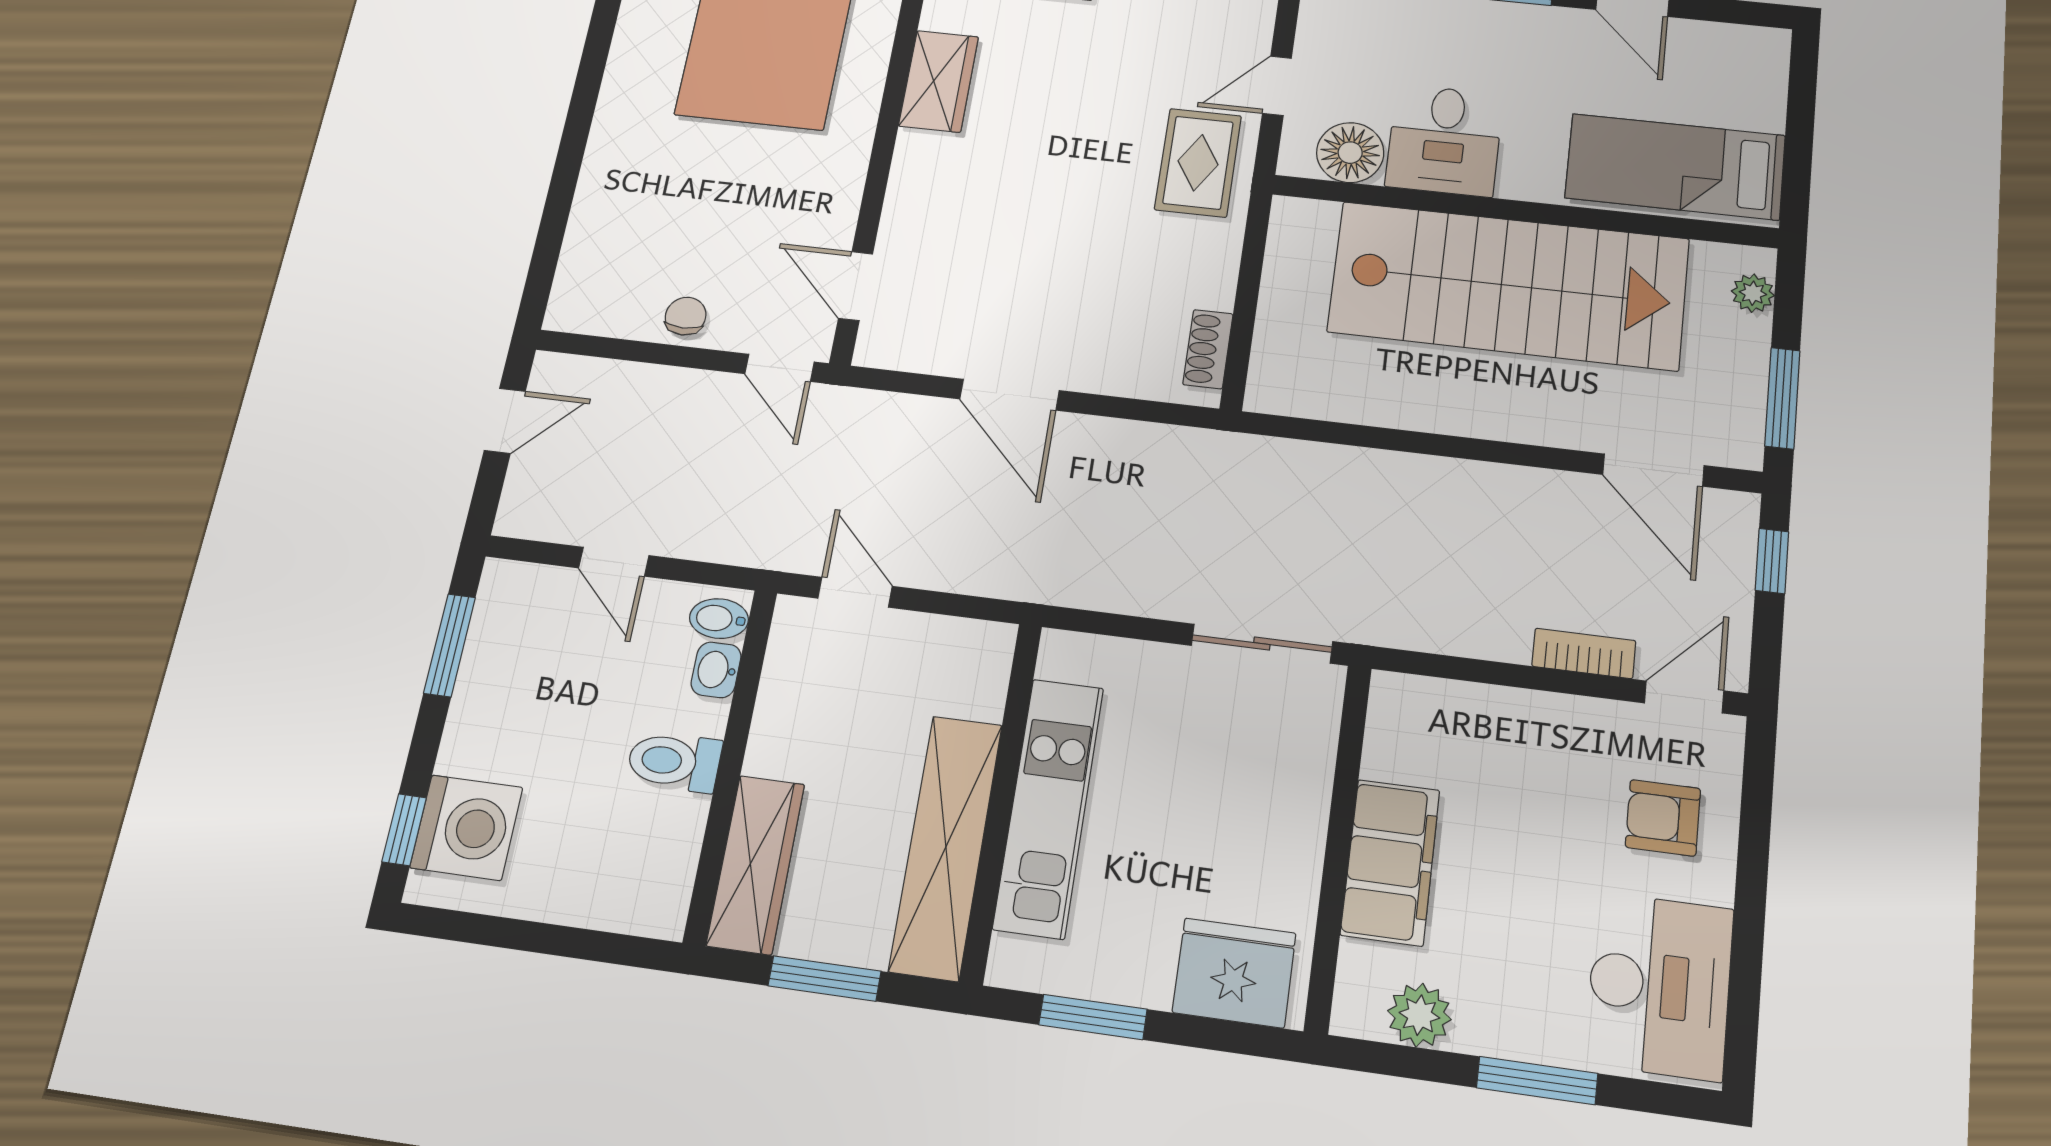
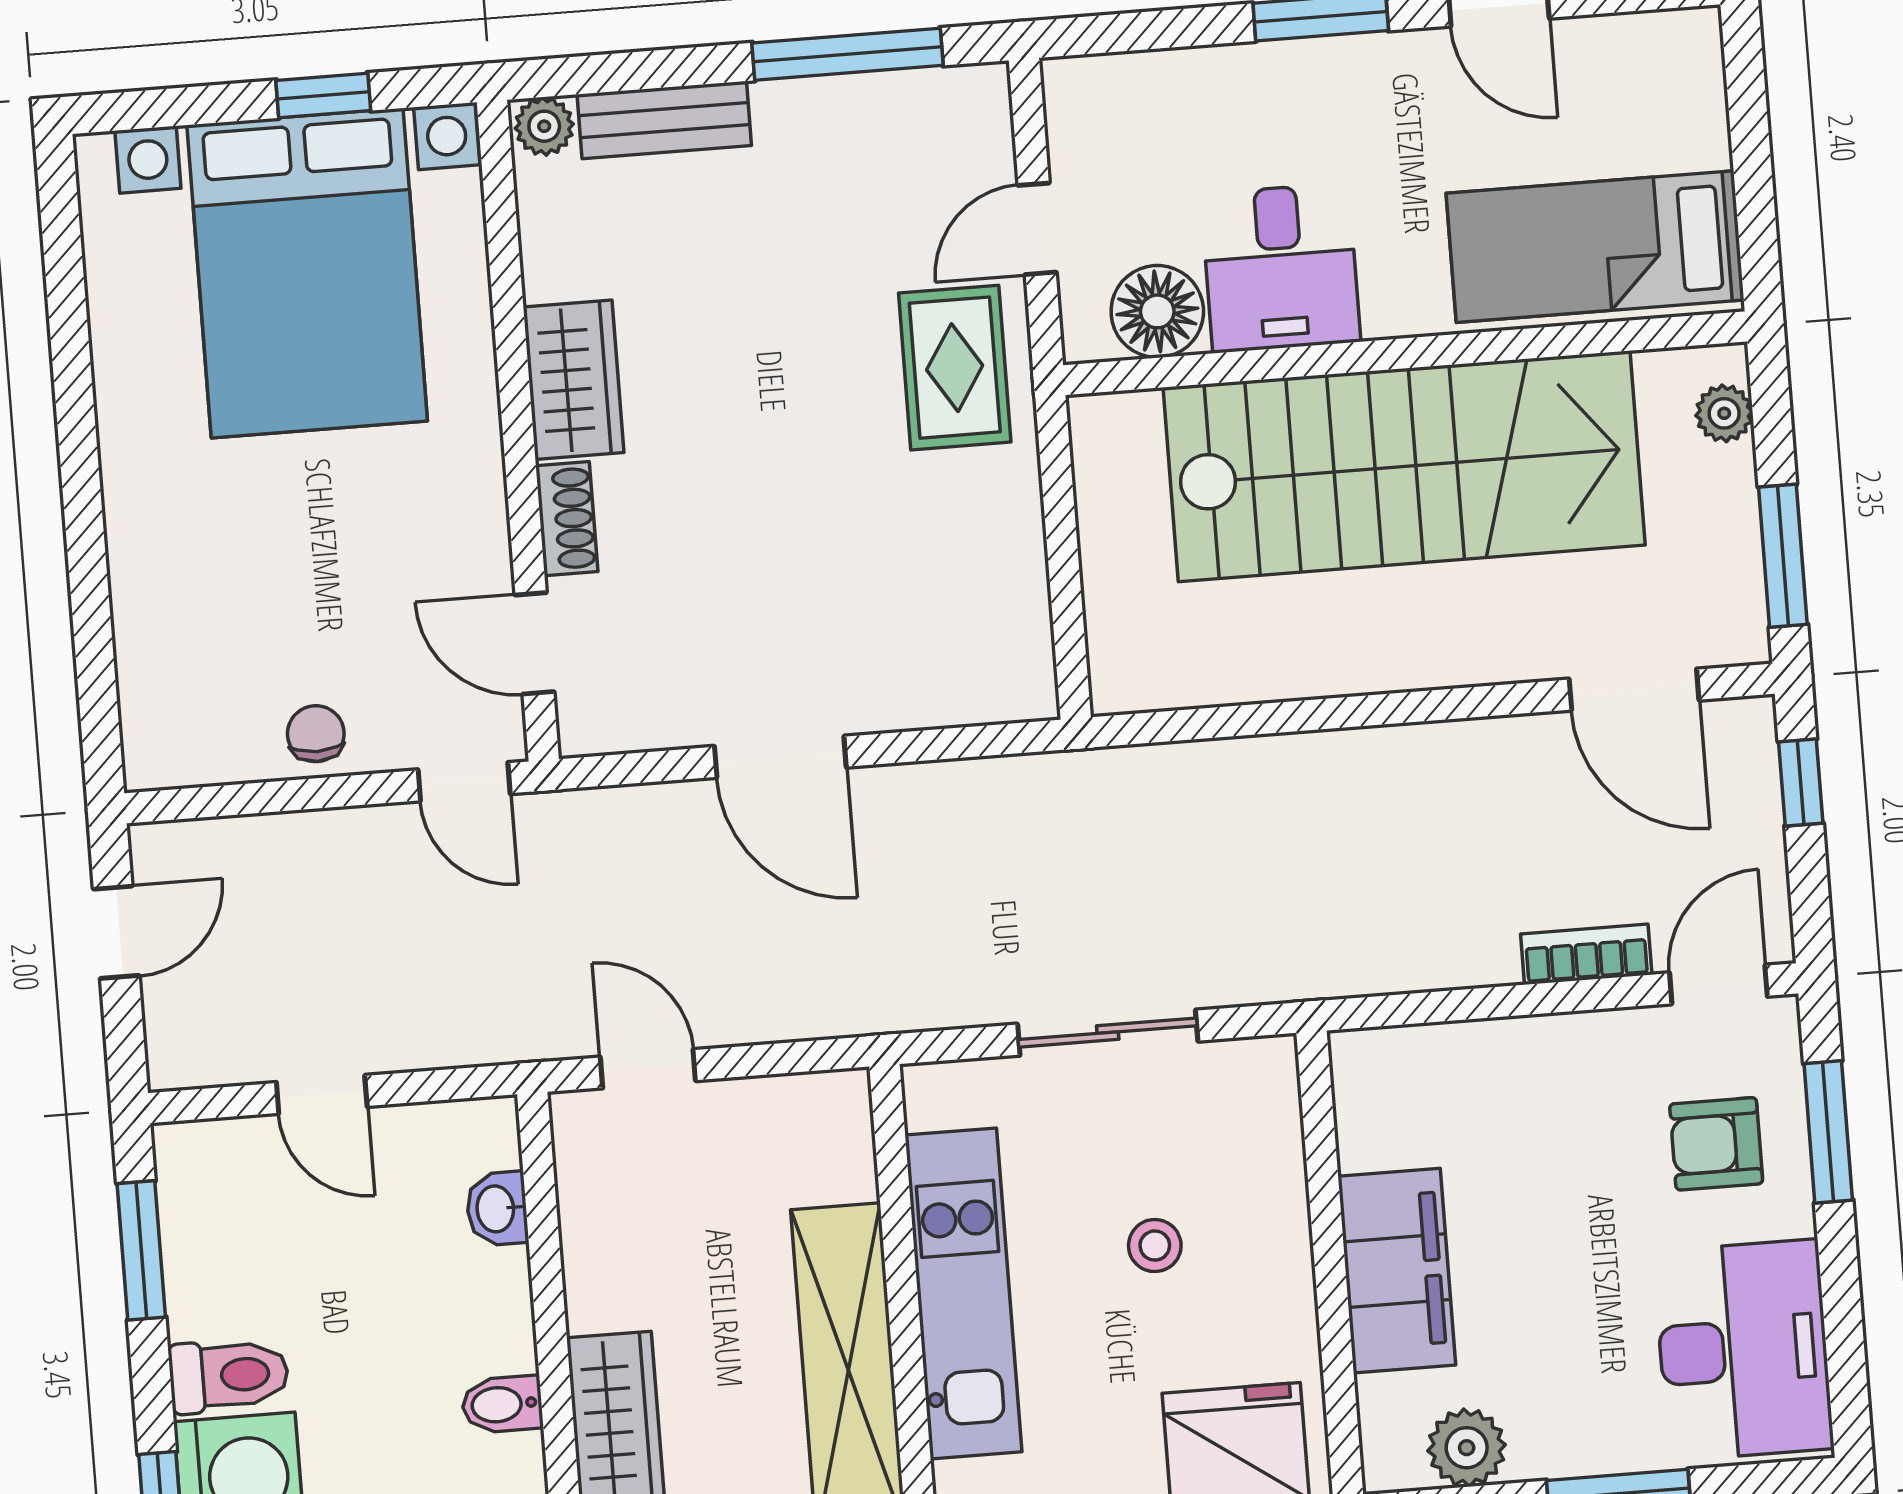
wardrobe: (939, 81) -> (573, 380), moved
shoe rack: (1208, 349) -> (567, 519), moved, turned 180
bidet: (719, 619) -> (502, 1404), moved
sliding door: (1262, 644) -> (1108, 1033), moved
toilet: (674, 762) -> (229, 1375), moved, turned 180
stool: (1205, 802) -> (1155, 1246), added
window: (1755, 827) -> (1828, 1132), added

